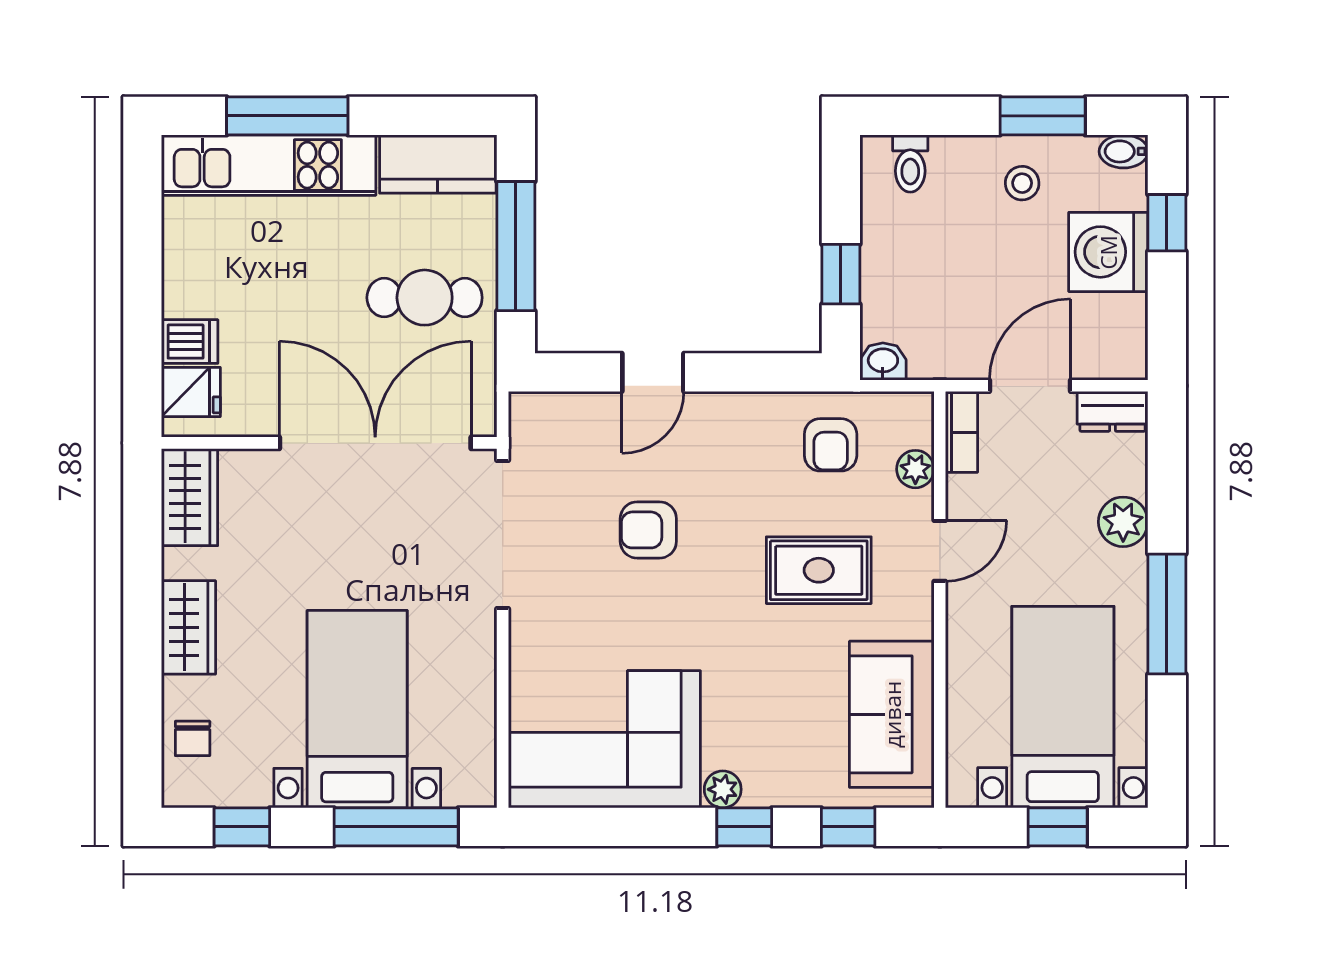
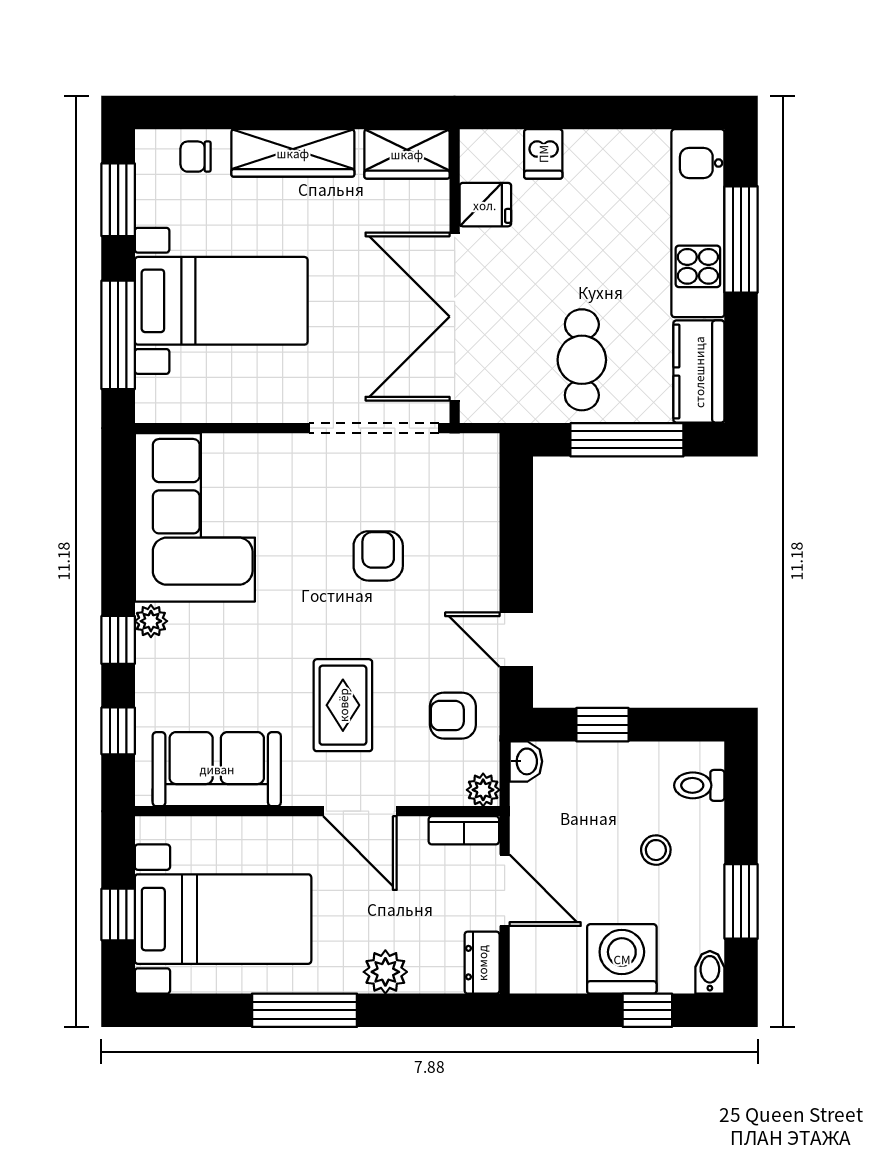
stool: (1022, 183) -> (656, 850), moved
door: (653, 372) -> (516, 640), moved
fridge: (191, 392) -> (485, 205), moved, turned -90
double door: (375, 443) -> (455, 317), swing flipped
plant: (915, 469) -> (483, 790), moved
door: (940, 551) -> (360, 811), width x1.38
wardrobe: (188, 627) -> (293, 153), width x1.50
window: (242, 827) -> (118, 200), width x1.50

